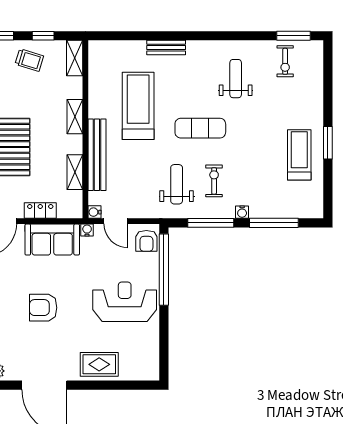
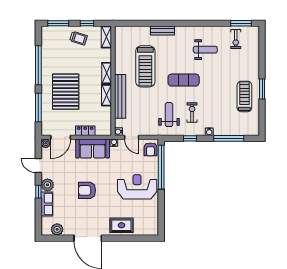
weight bench: (236, 79) -> (205, 50), turned 90
treadmill: (138, 106) -> (145, 66), turned 180
shelving: (75, 172) -> (106, 95), moved
window: (211, 223) -> (190, 138), width x0.46

